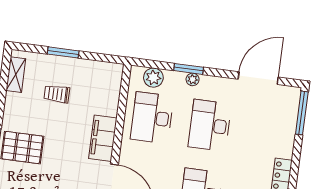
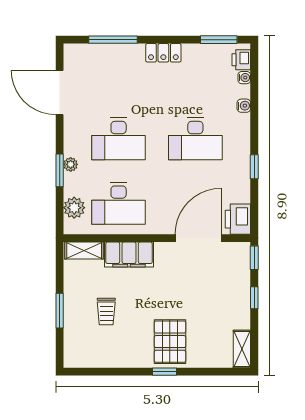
shelving: (16, 75) -> (84, 250), moved
window: (302, 113) -> (113, 40), moved
filing cabinet: (103, 138) -> (129, 255), moved

